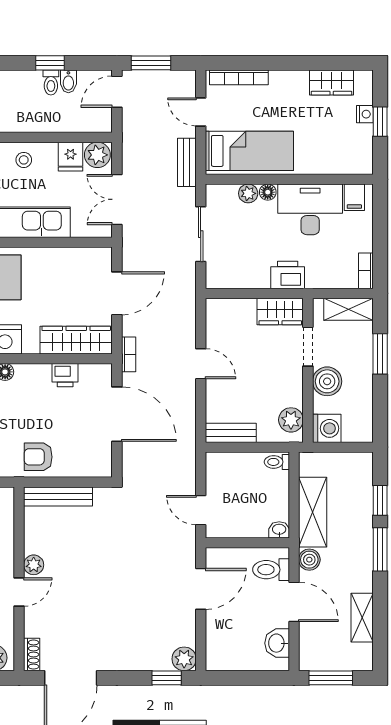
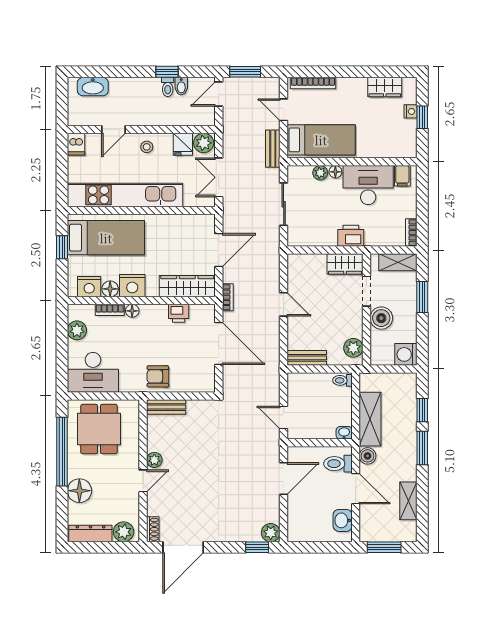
washing machine: (327, 428) -> (406, 354), moved, turned 180
bench: (58, 496) -> (166, 407), width x0.73

